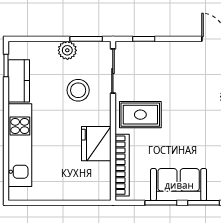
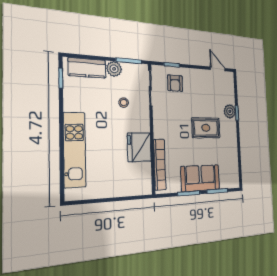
armchair: (147, 63) -> (175, 83), added
kitchen counter: (19, 81) -> (87, 68), moved, turned 90
stool: (78, 90) -> (124, 103), width x0.53, depth x0.53
rug: (140, 115) -> (206, 128), moved

